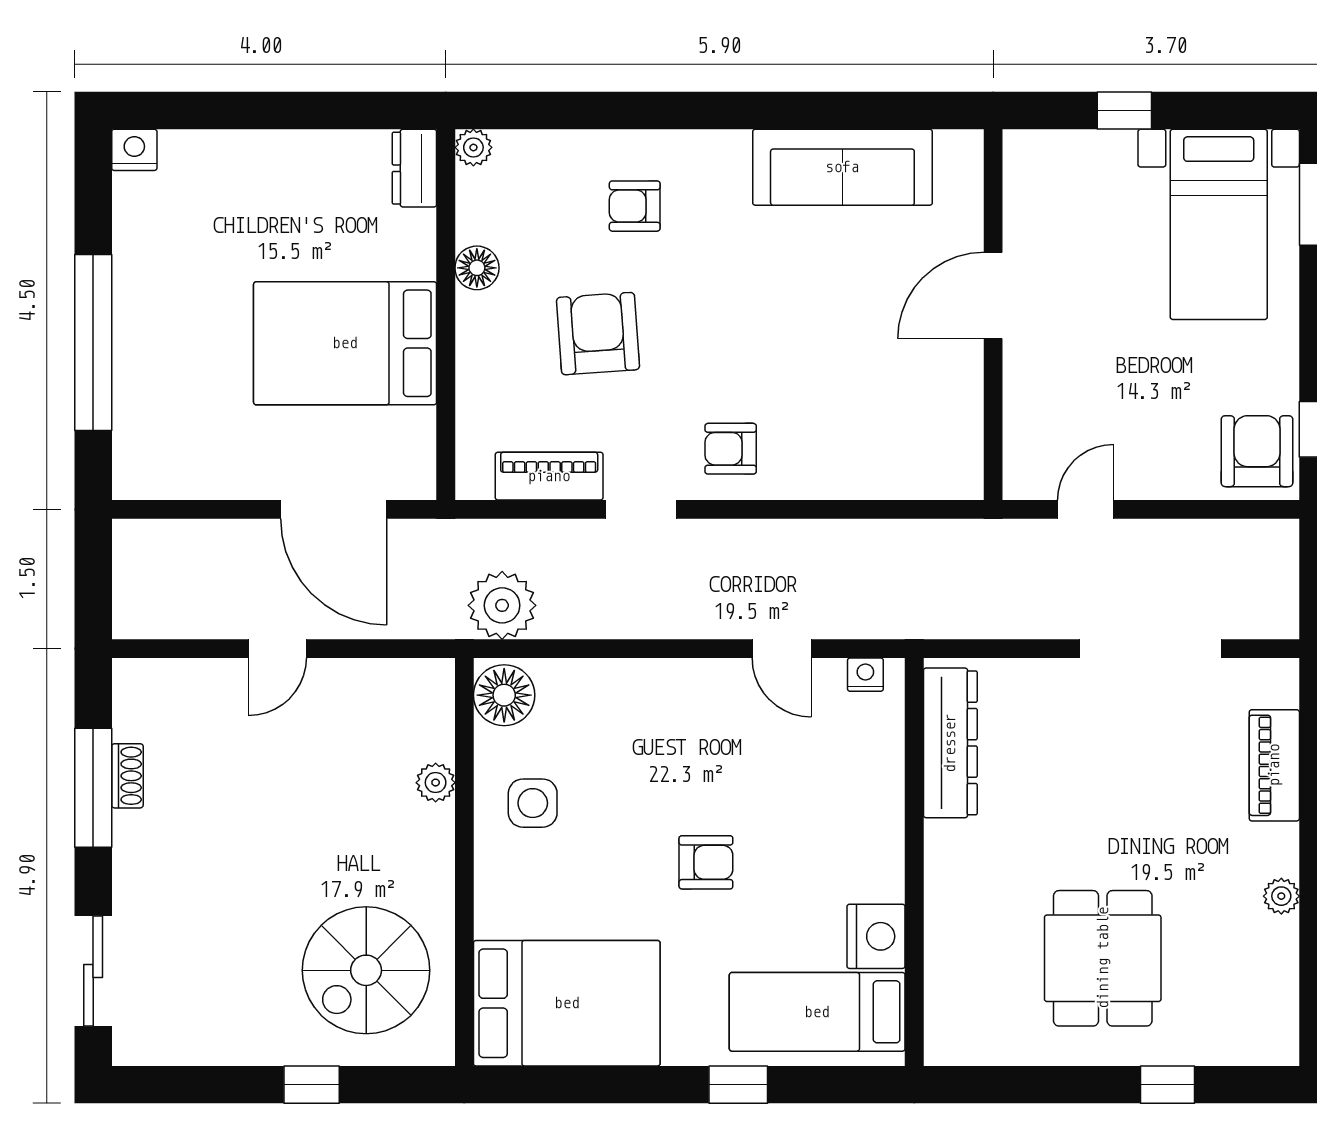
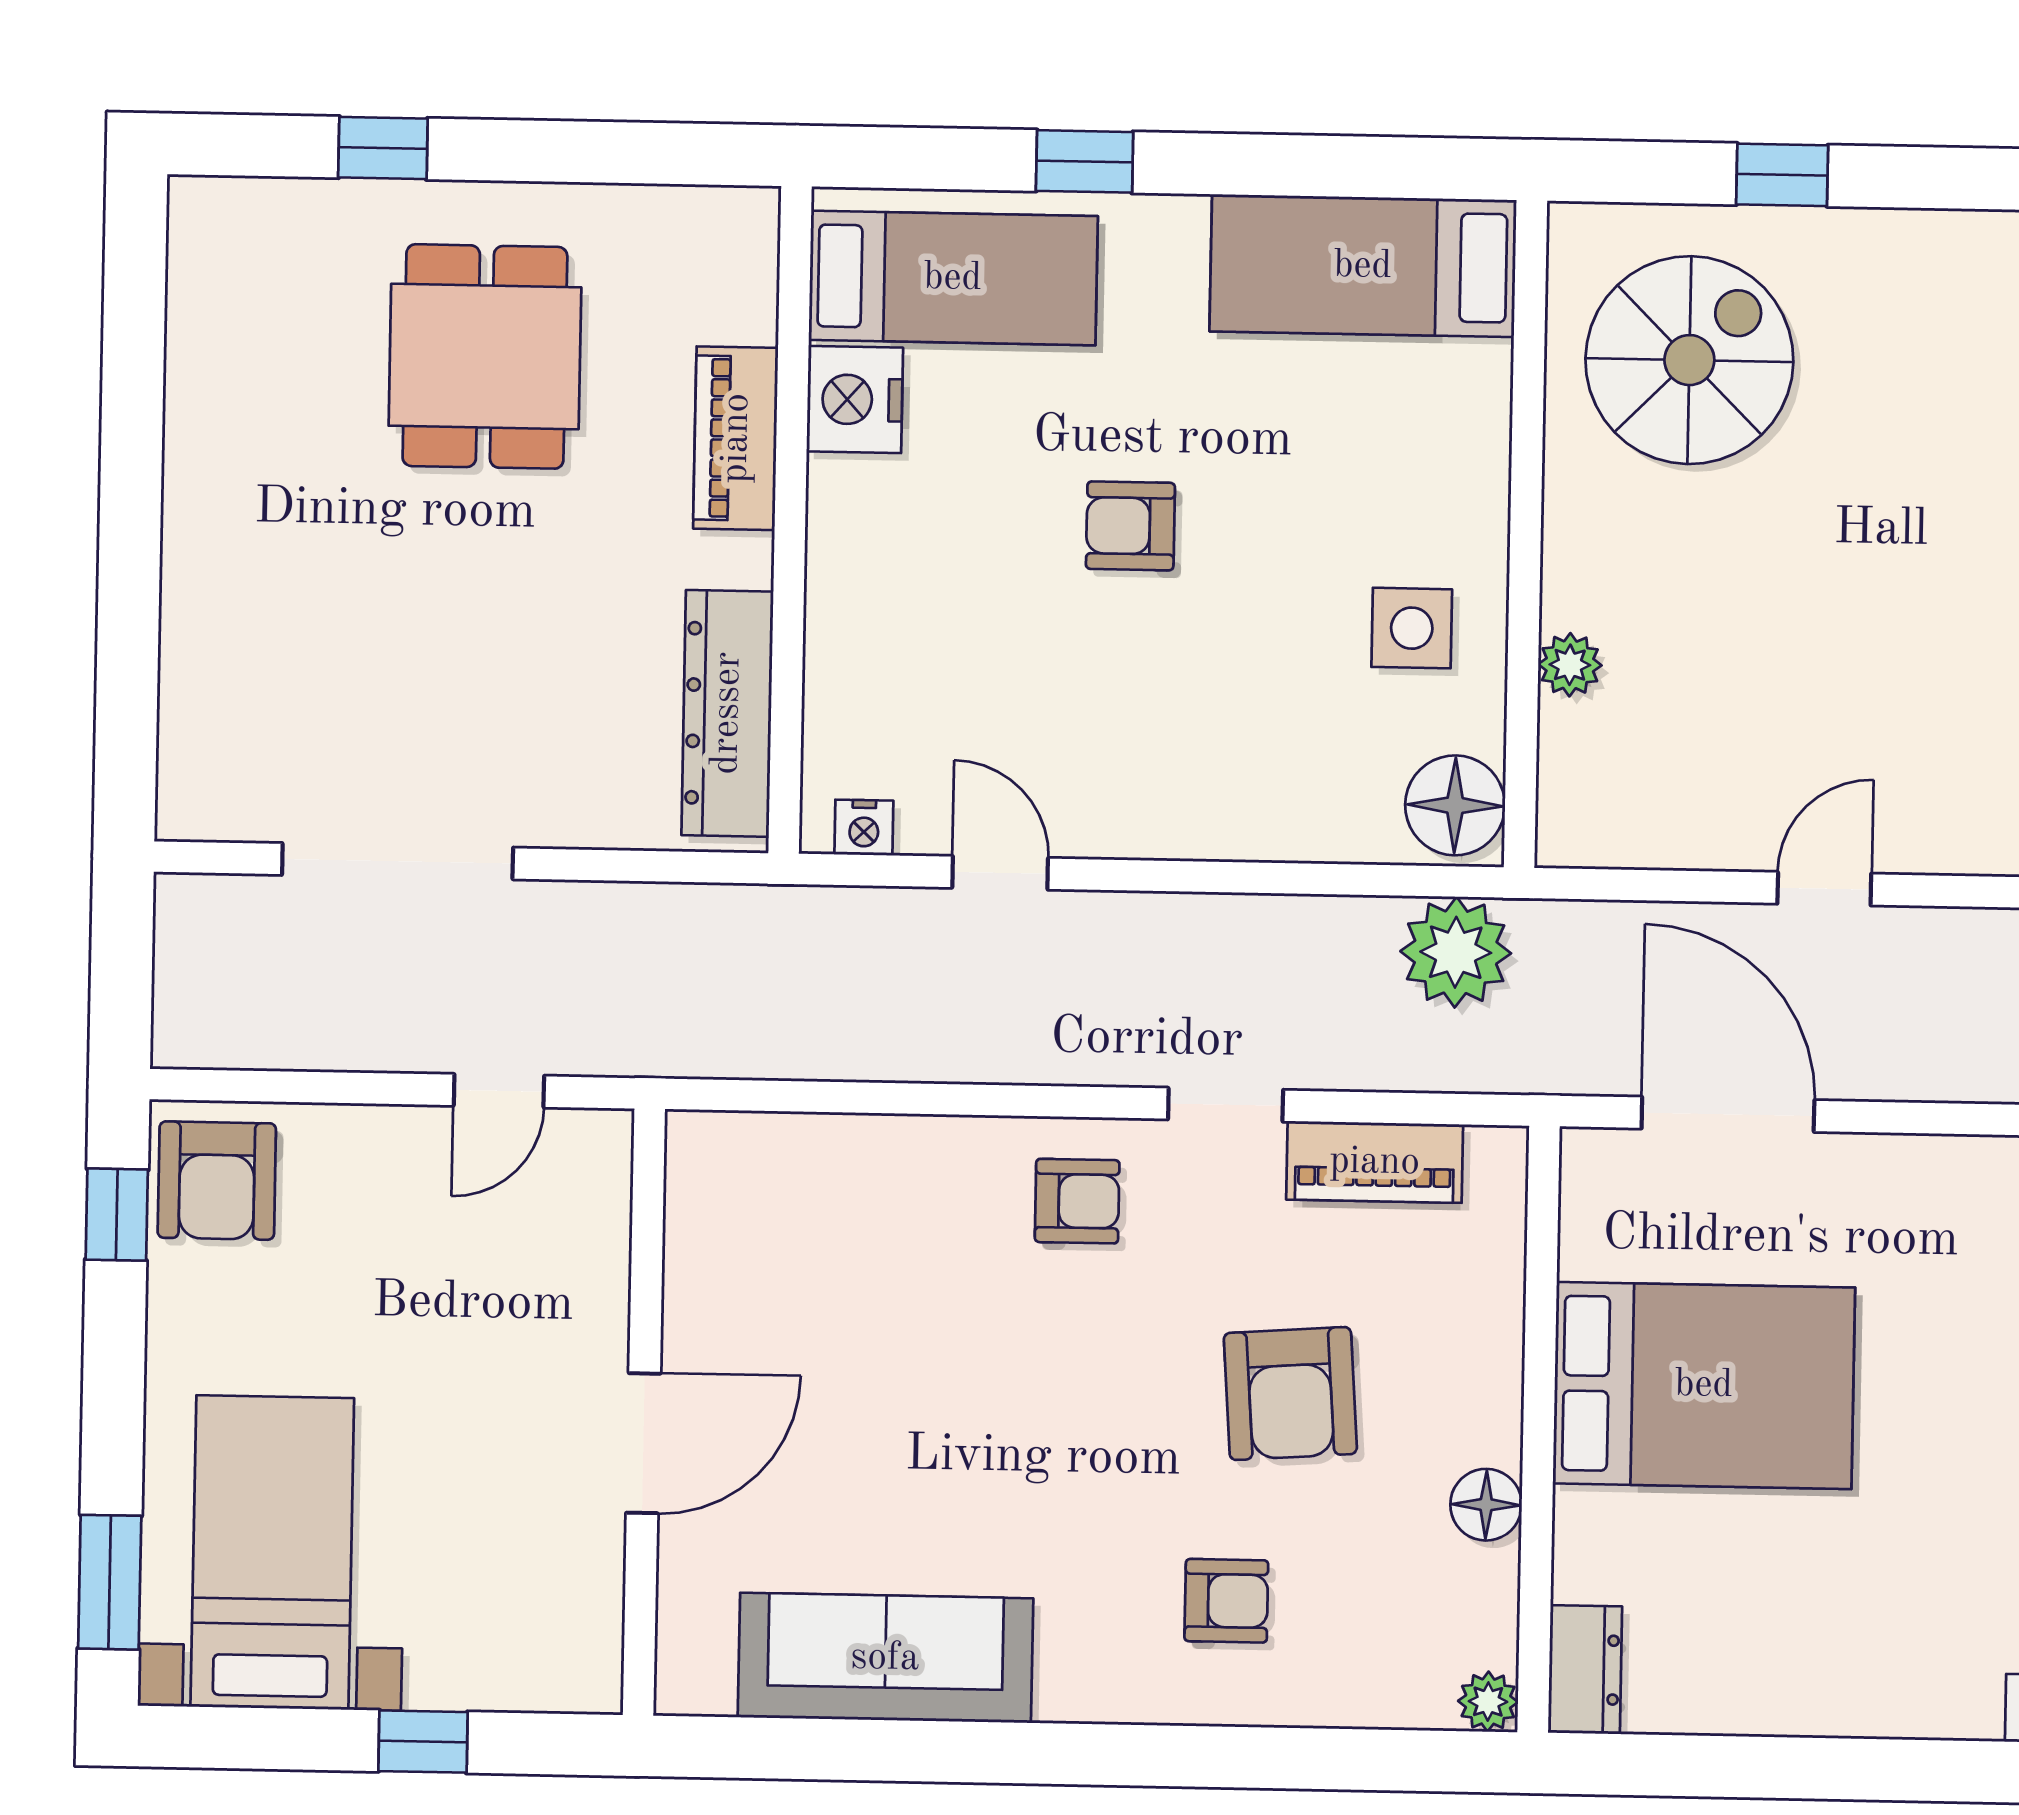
piano: (1274, 765) -> (736, 438), moved, turned 180
plant: (1281, 896) -> (191, 453), removed
bed: (567, 1003) -> (1363, 266), width x0.67

